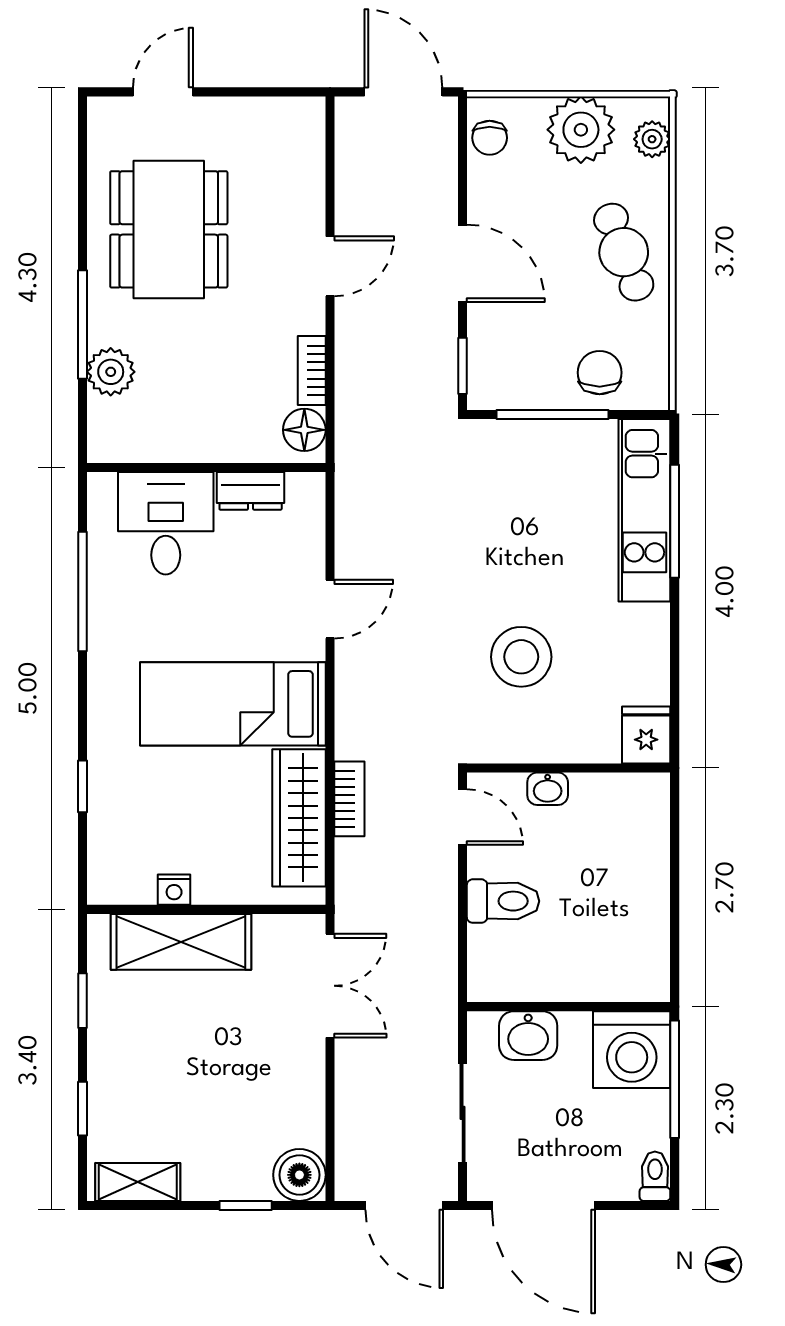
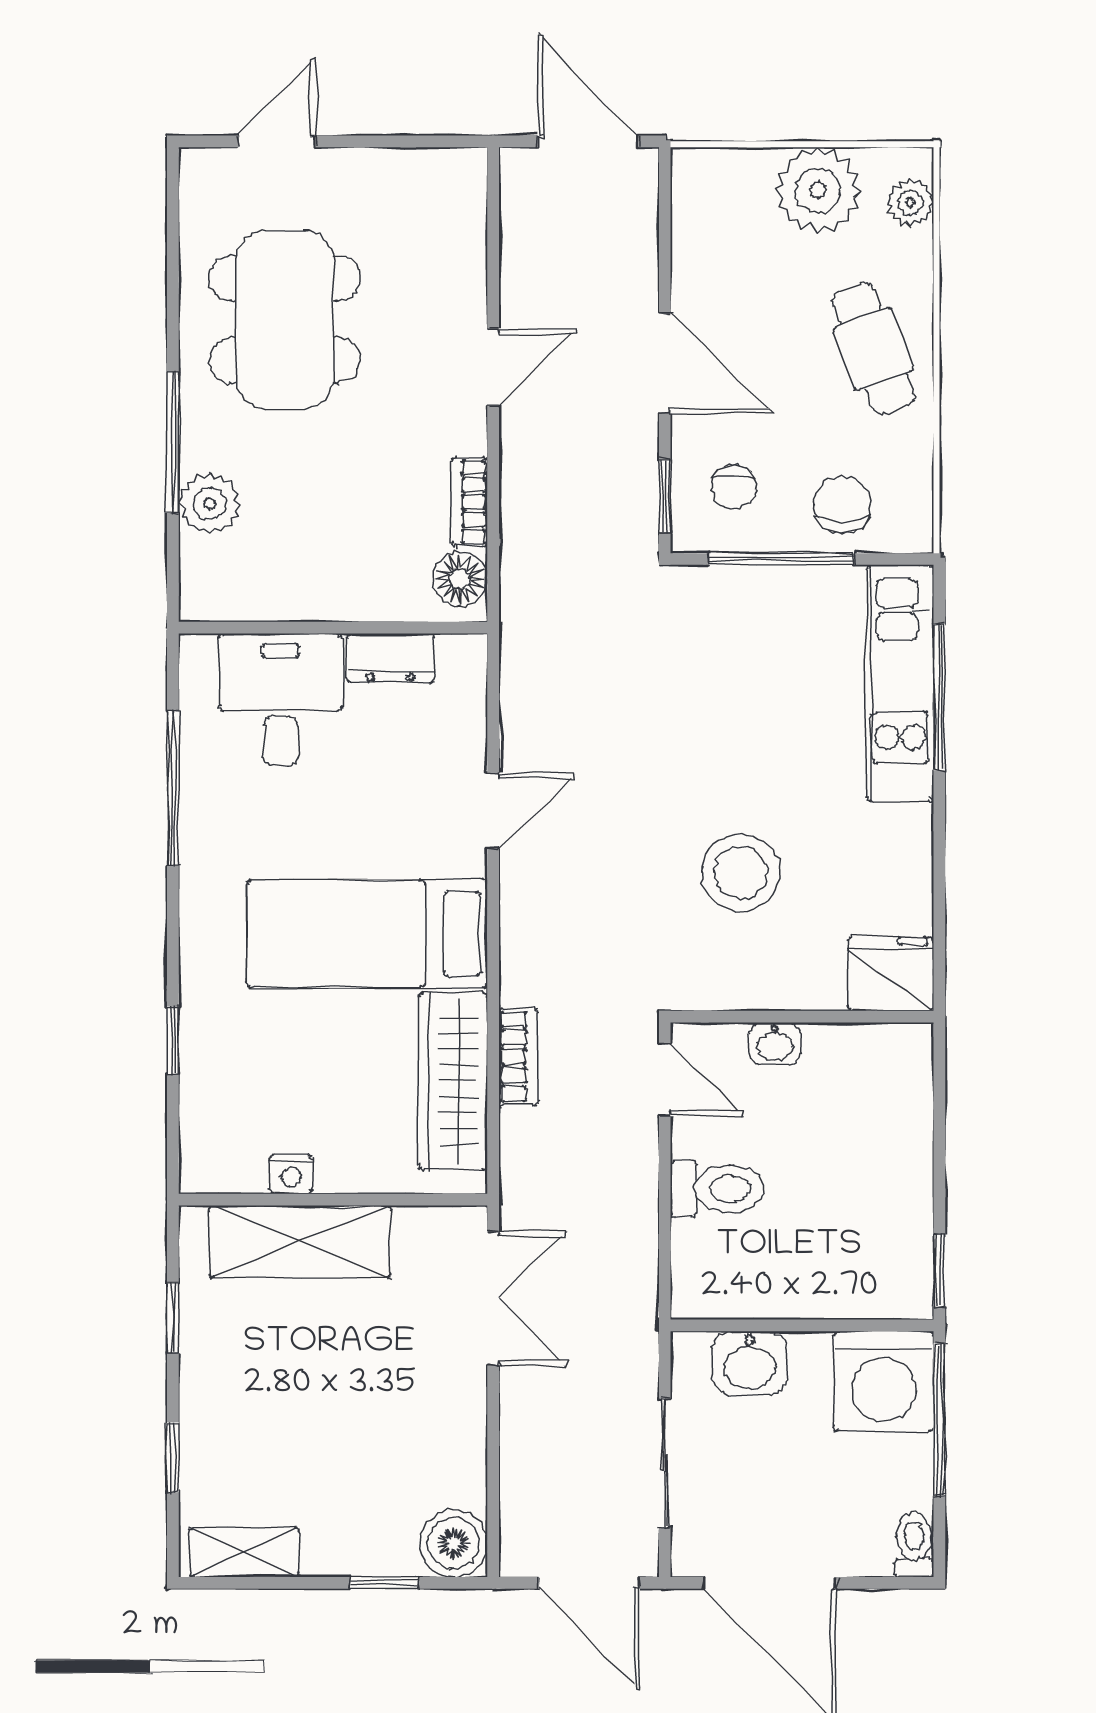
chair: (490, 138) -> (733, 487), moved
fridge: (646, 735) -> (891, 974), width x1.38
window: (675, 964) -> (939, 1271), added

